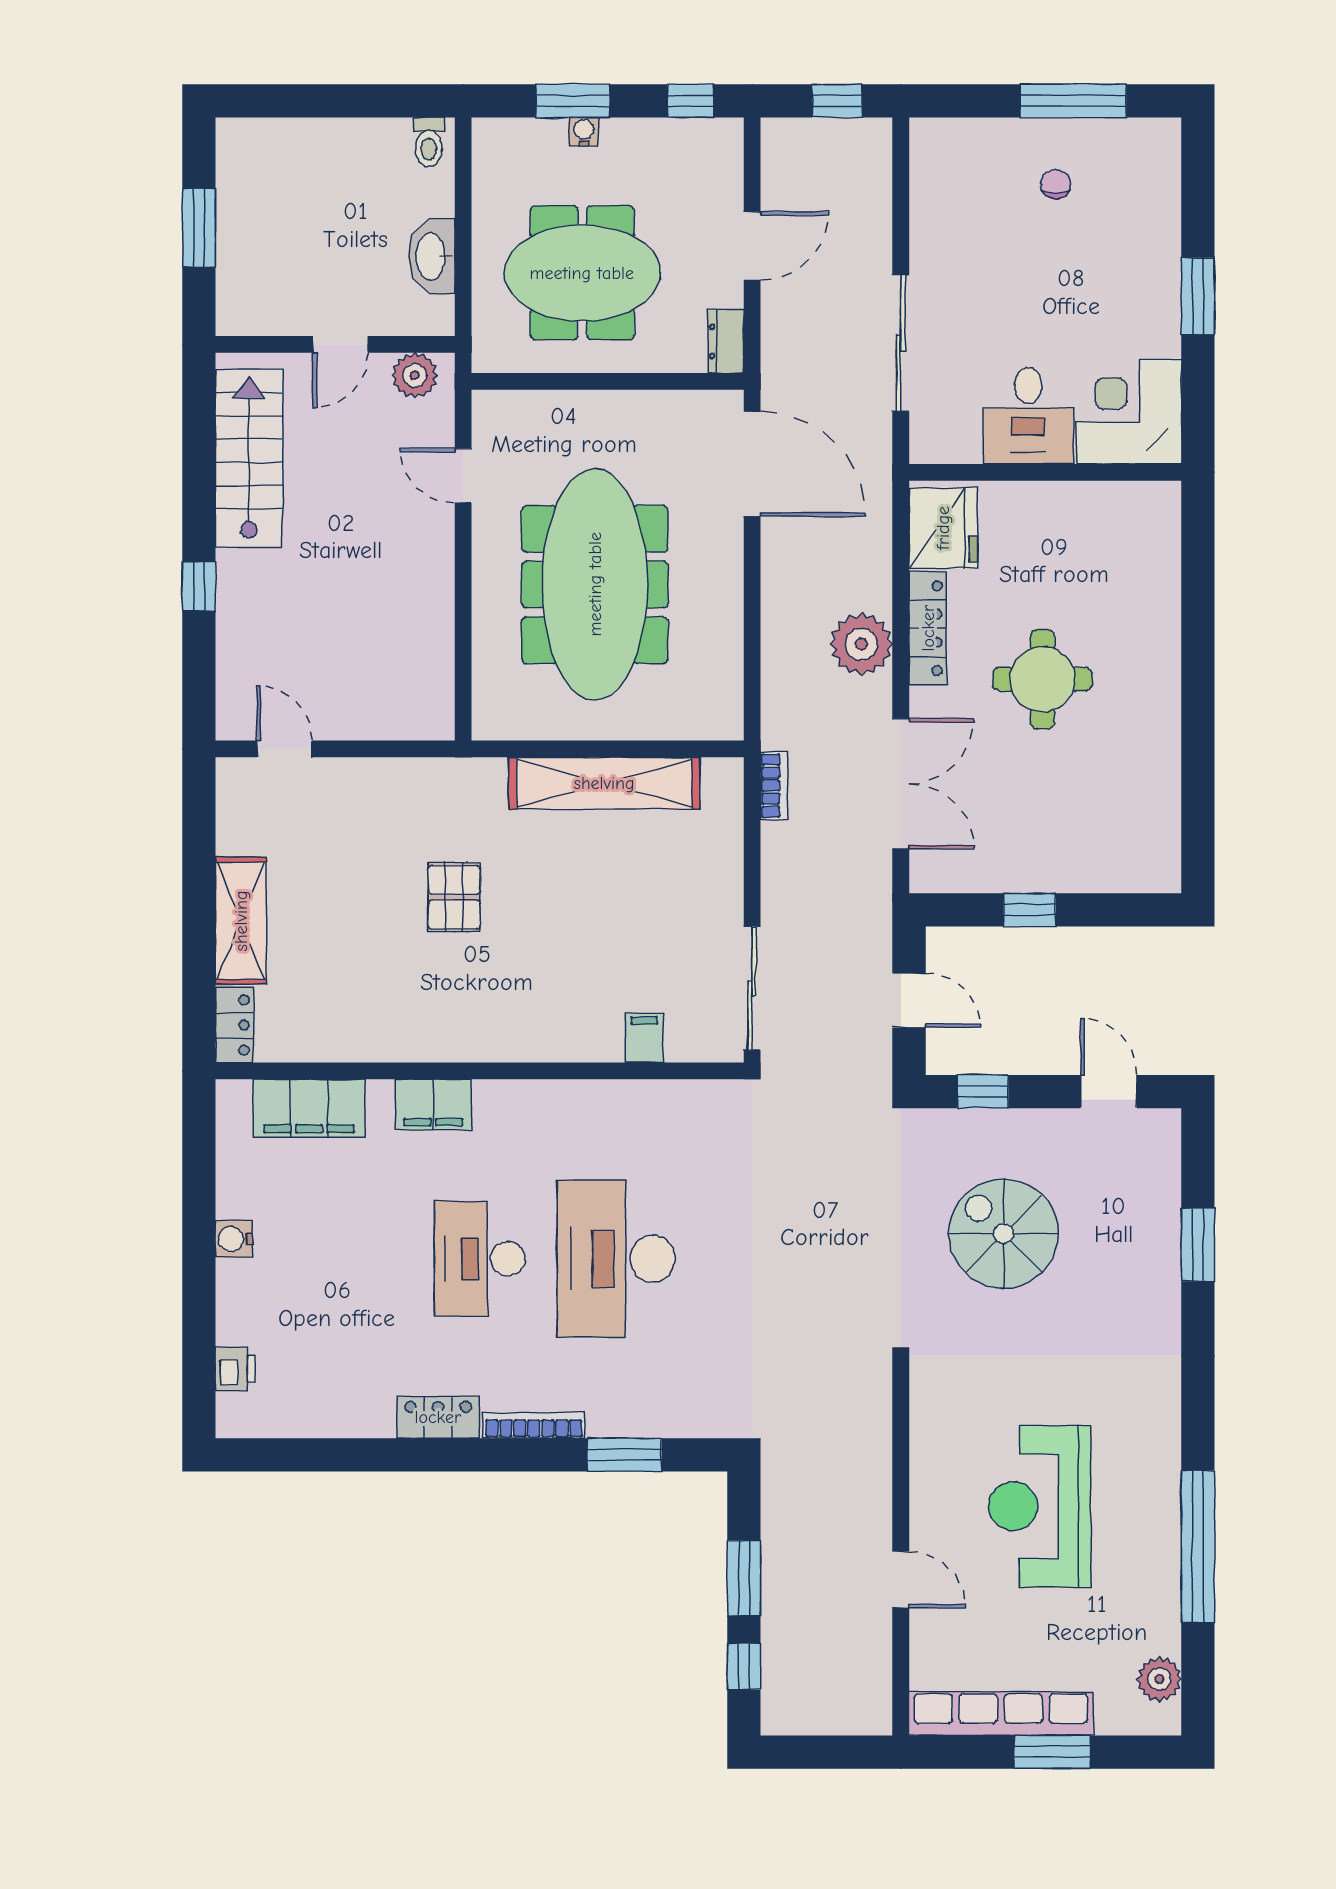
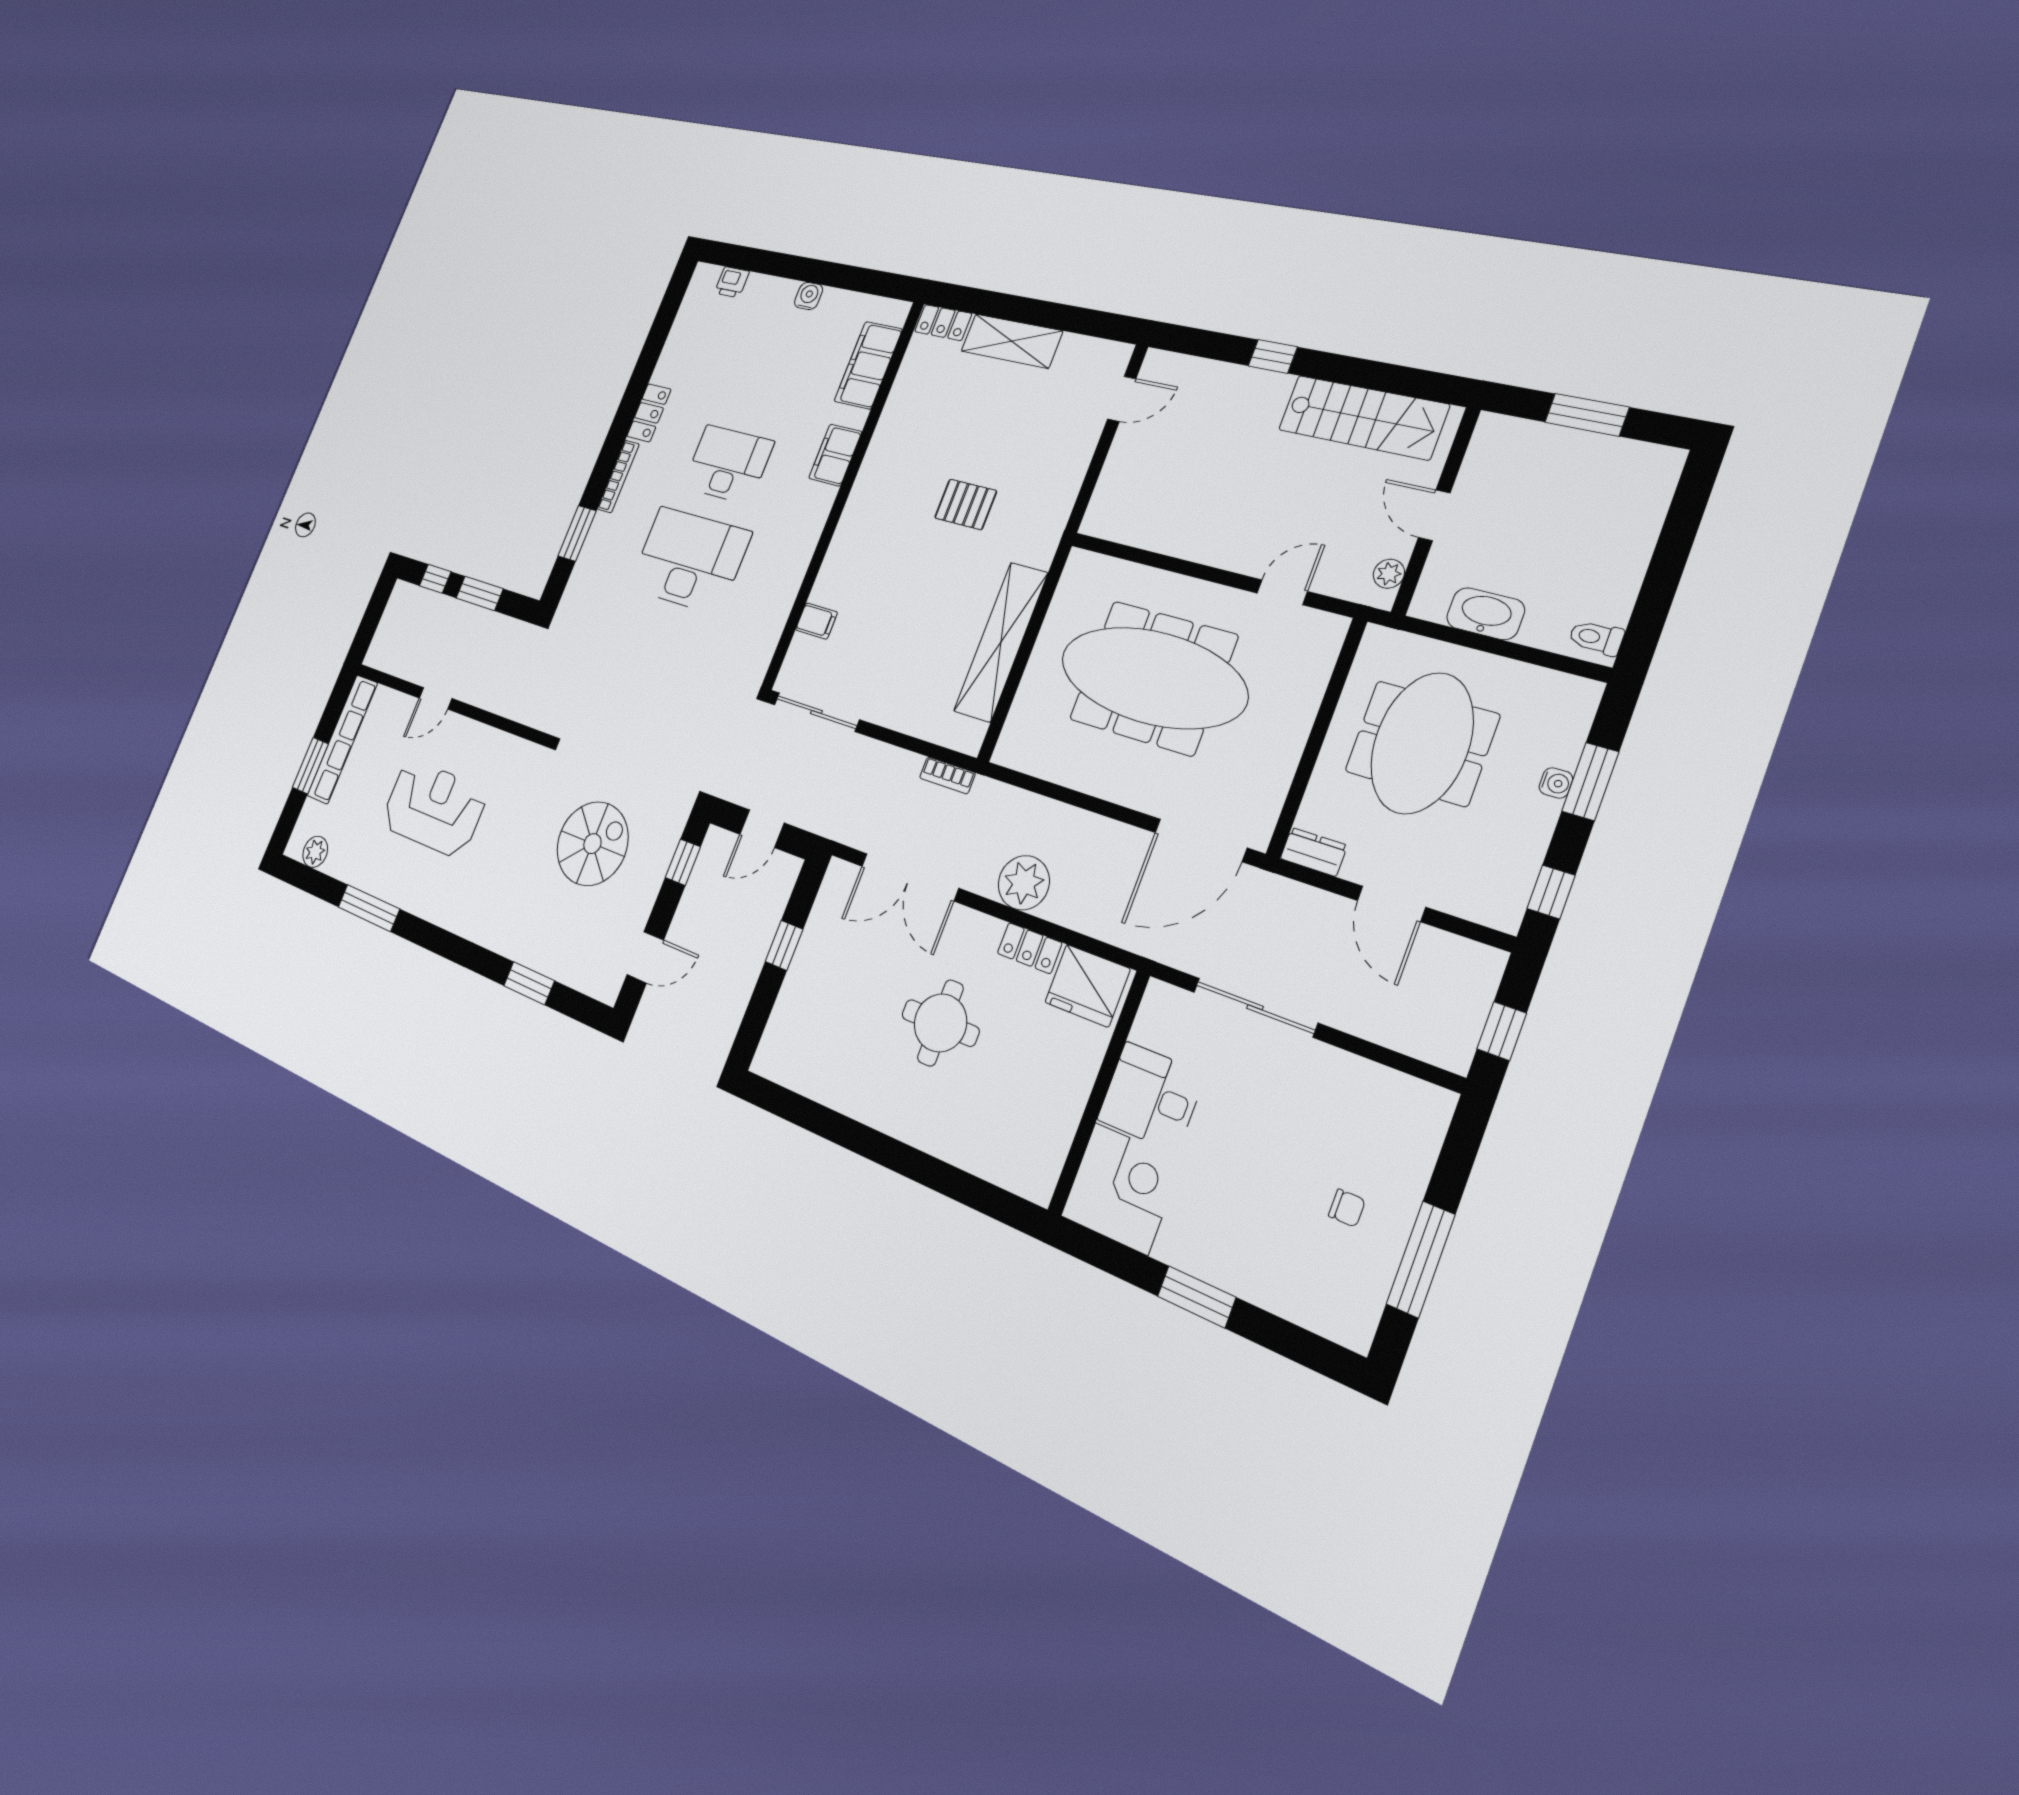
plant: (415, 375) -> (1389, 574), width x0.73, depth x0.73
locker: (928, 628) -> (1030, 948), width x0.66
window: (1198, 1547) -> (369, 908), width x0.68

